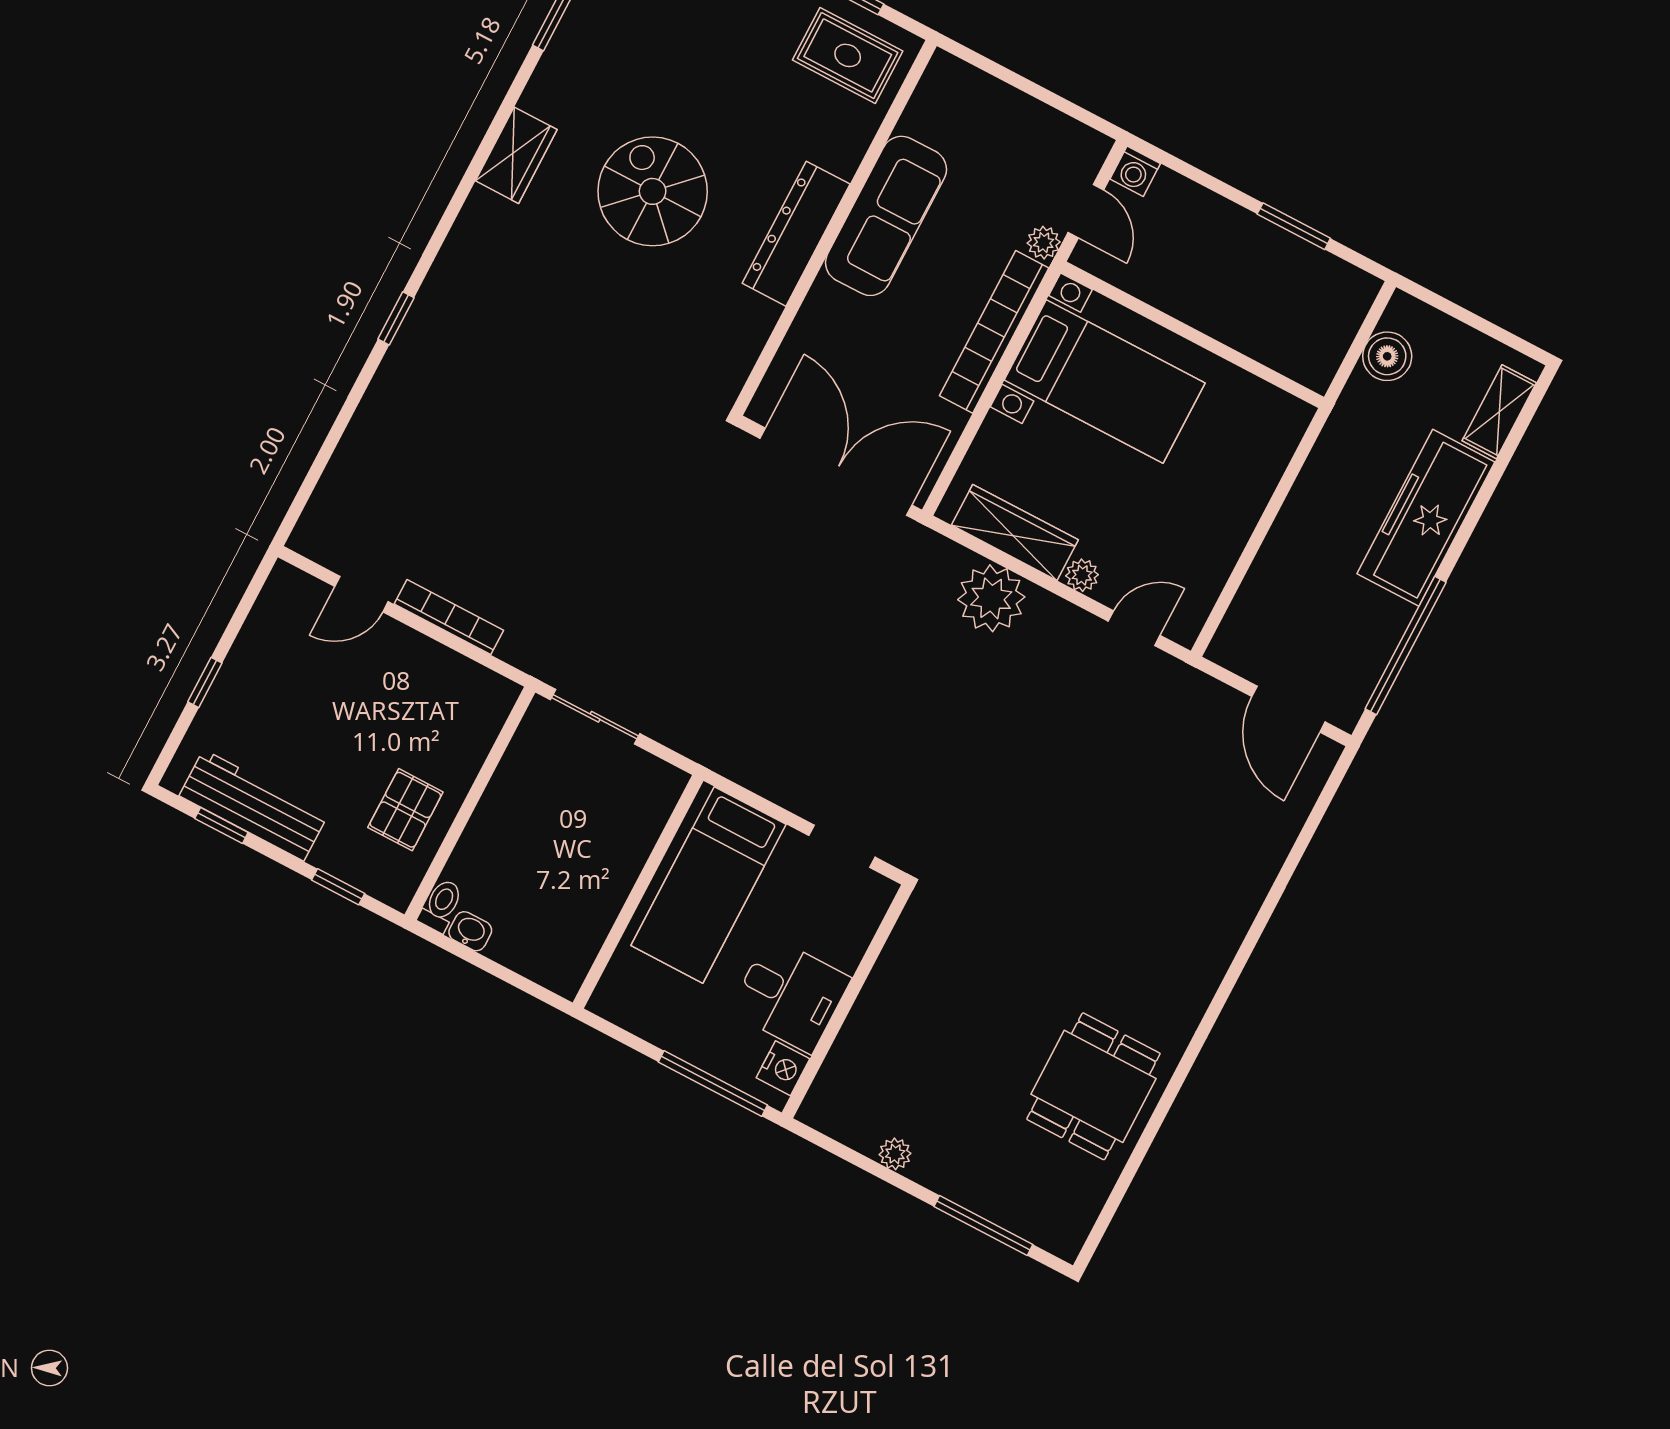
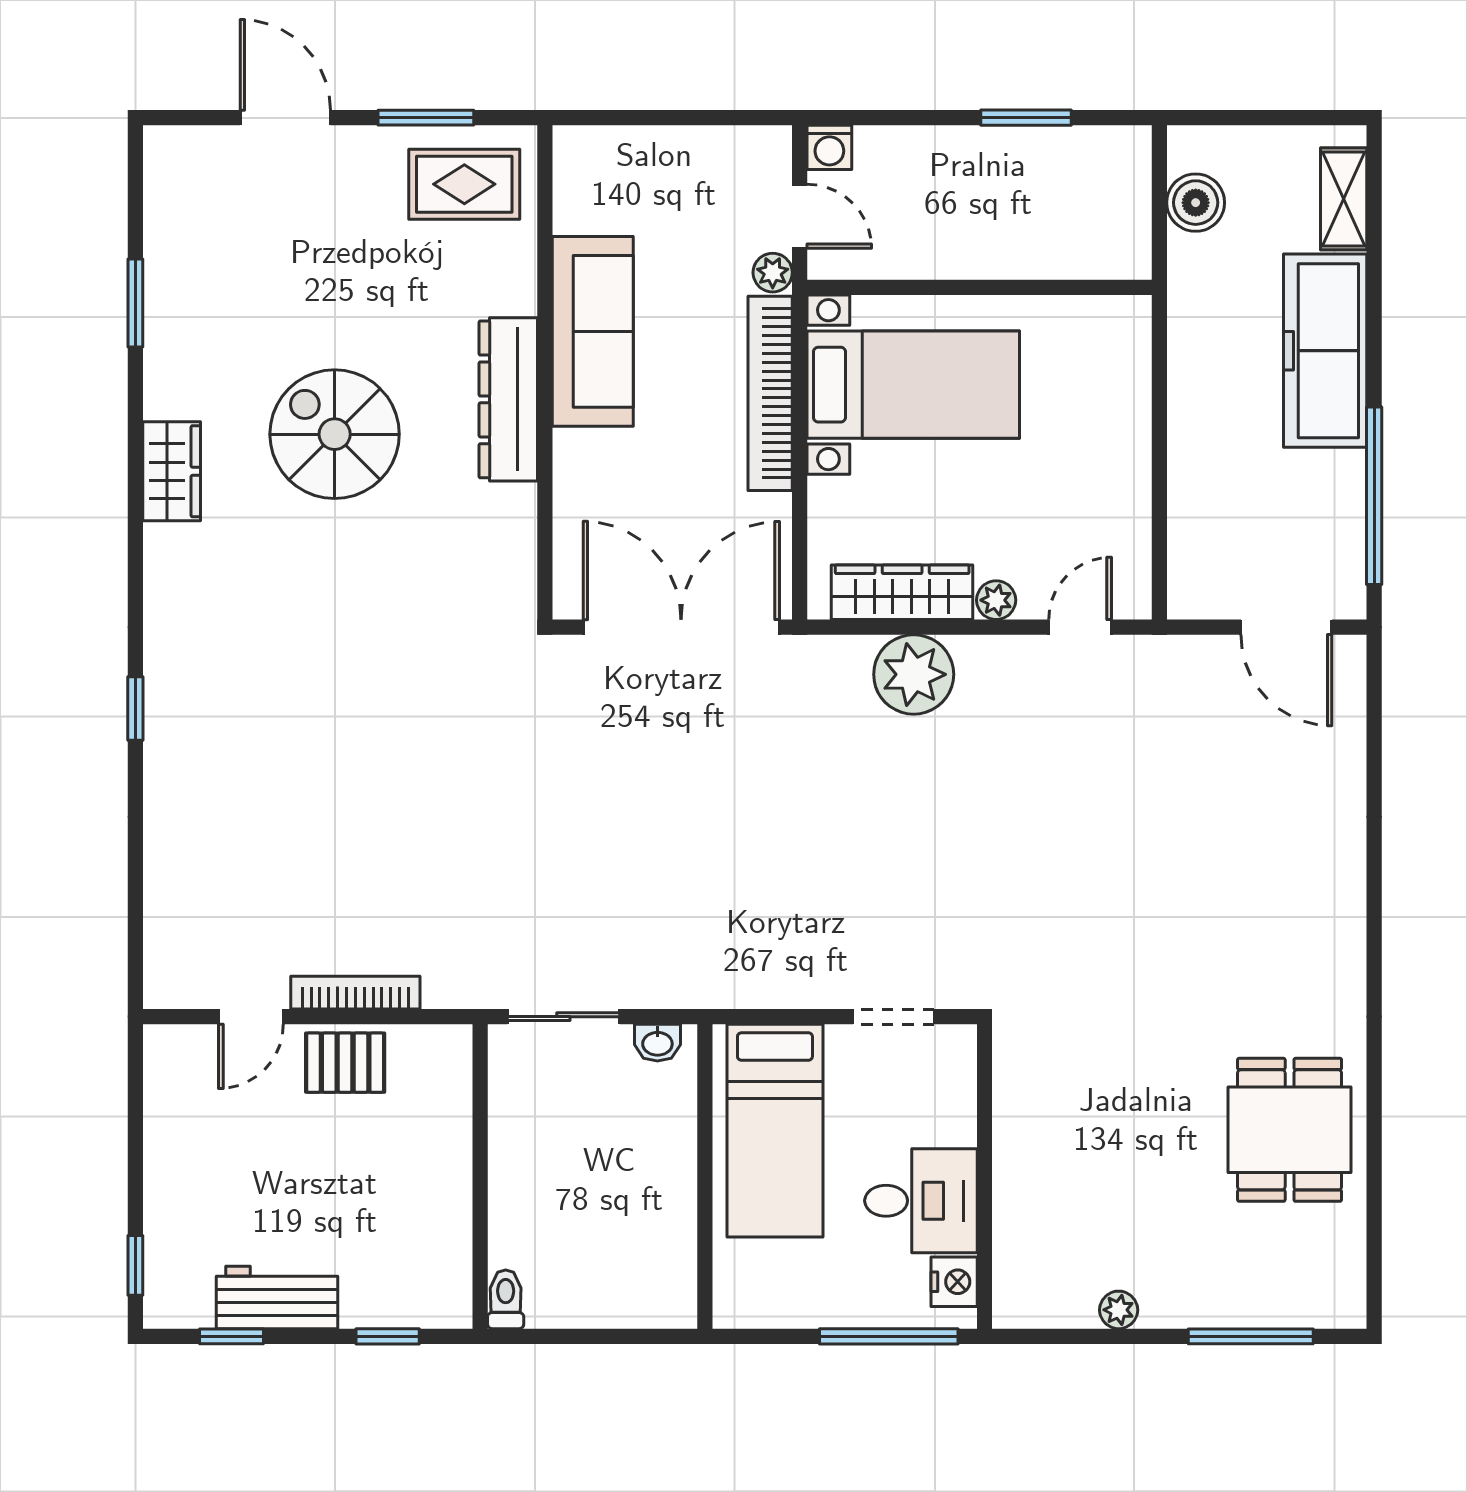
window: (205, 682) -> (135, 1265), moved
workbench: (254, 805) -> (277, 1297), width x0.73
pallet: (405, 810) -> (345, 1063), moved, turned 90
washbasin: (470, 931) -> (657, 1043), moved, turned 180

